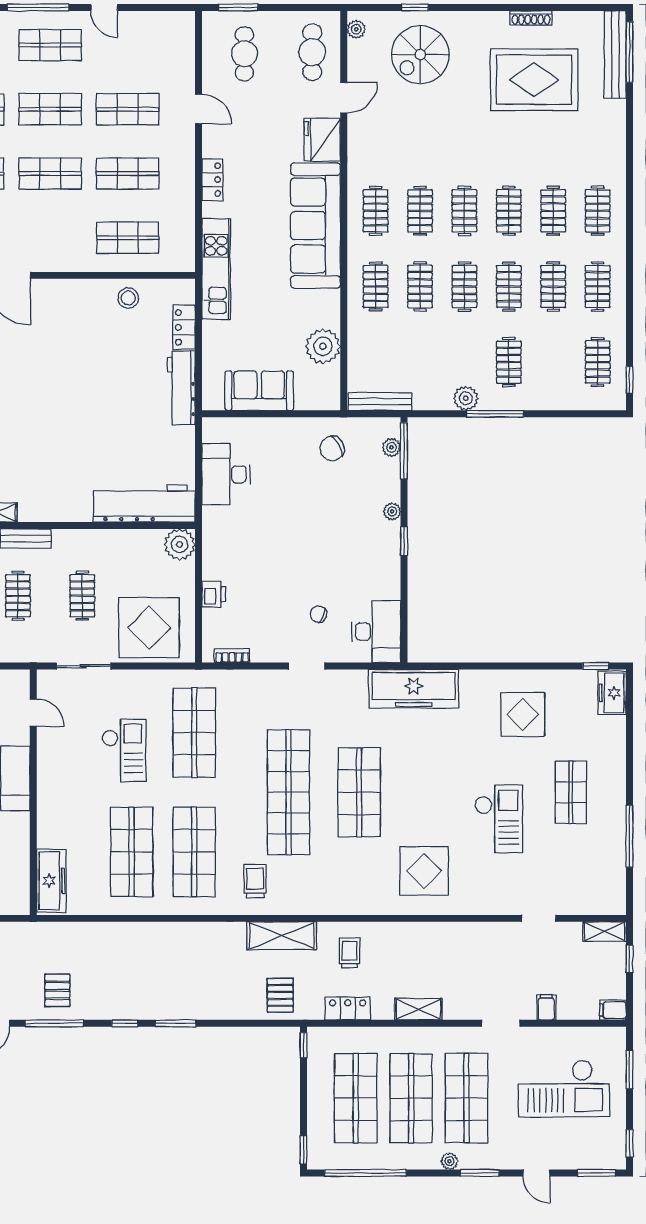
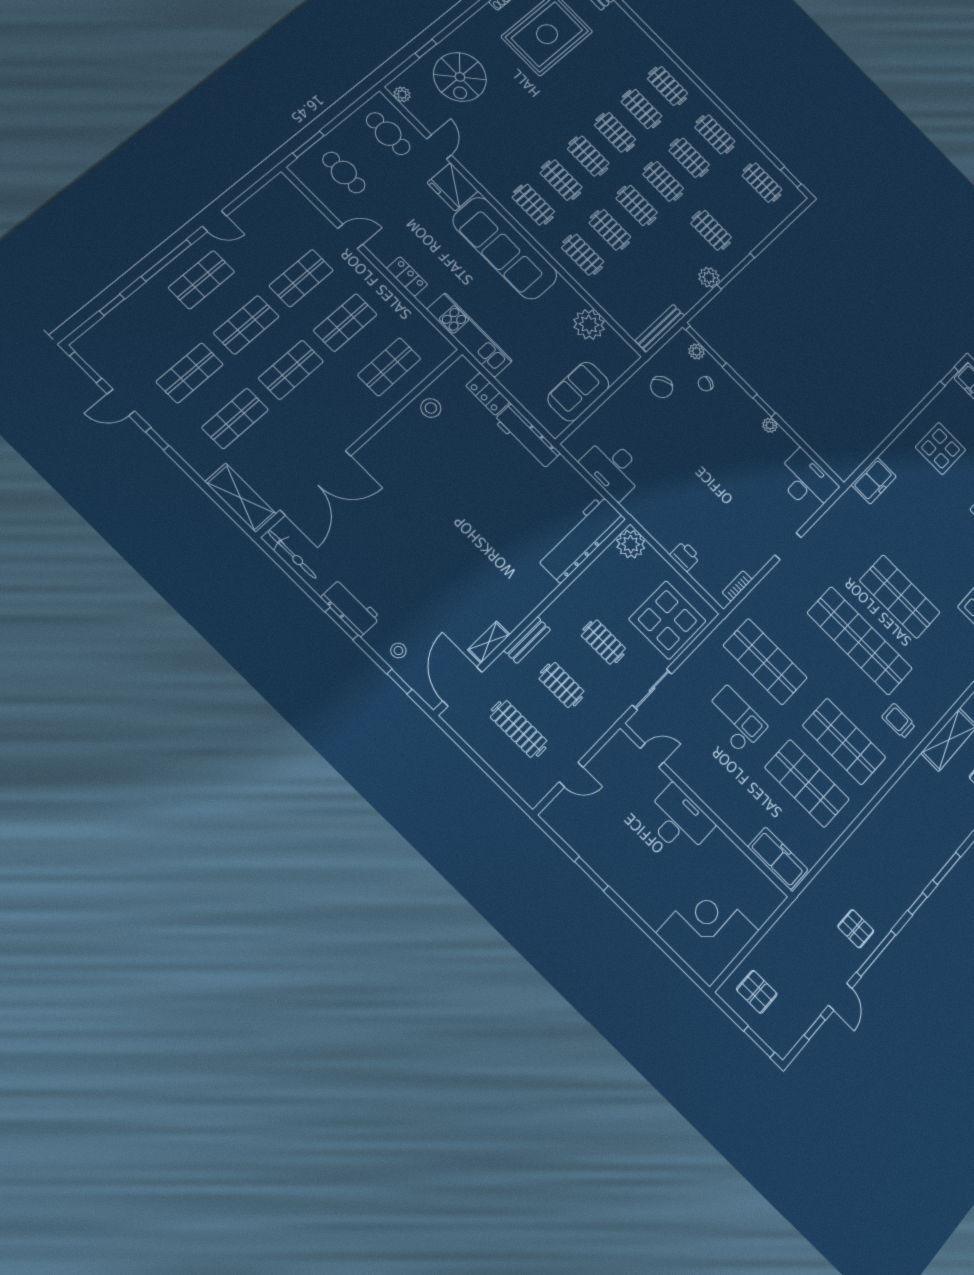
plant: (392, 511) -> (770, 425), moved
chair: (318, 614) -> (706, 384), moved
freezer: (414, 689) -> (874, 481), width x0.52, depth x0.79

